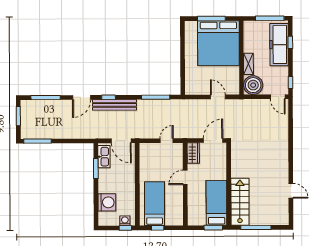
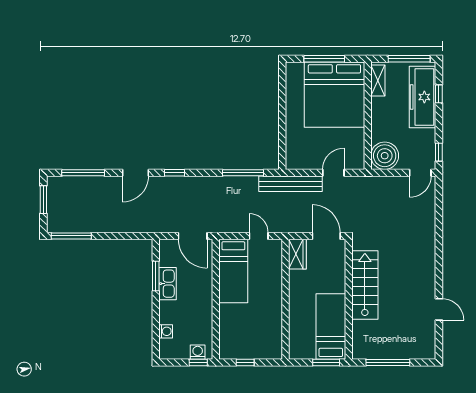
shelving: (248, 64) -> (378, 81), moved
door: (218, 97) -> (333, 173), hinge flipped
door: (278, 97) -> (420, 173), hinge flipped
bench: (115, 105) -> (291, 184), moved
door: (167, 141) -> (259, 236), hinge flipped
door: (213, 141) -> (326, 236), hinge flipped
kitchen sink: (104, 157) -> (167, 284), moved
door: (185, 177) -> (285, 289), removed
washing machine: (107, 202) -> (166, 331), width x0.53, depth x0.53
stairs: (240, 202) -> (365, 285), moved
bed: (155, 204) -> (233, 271), moved, turned 180

